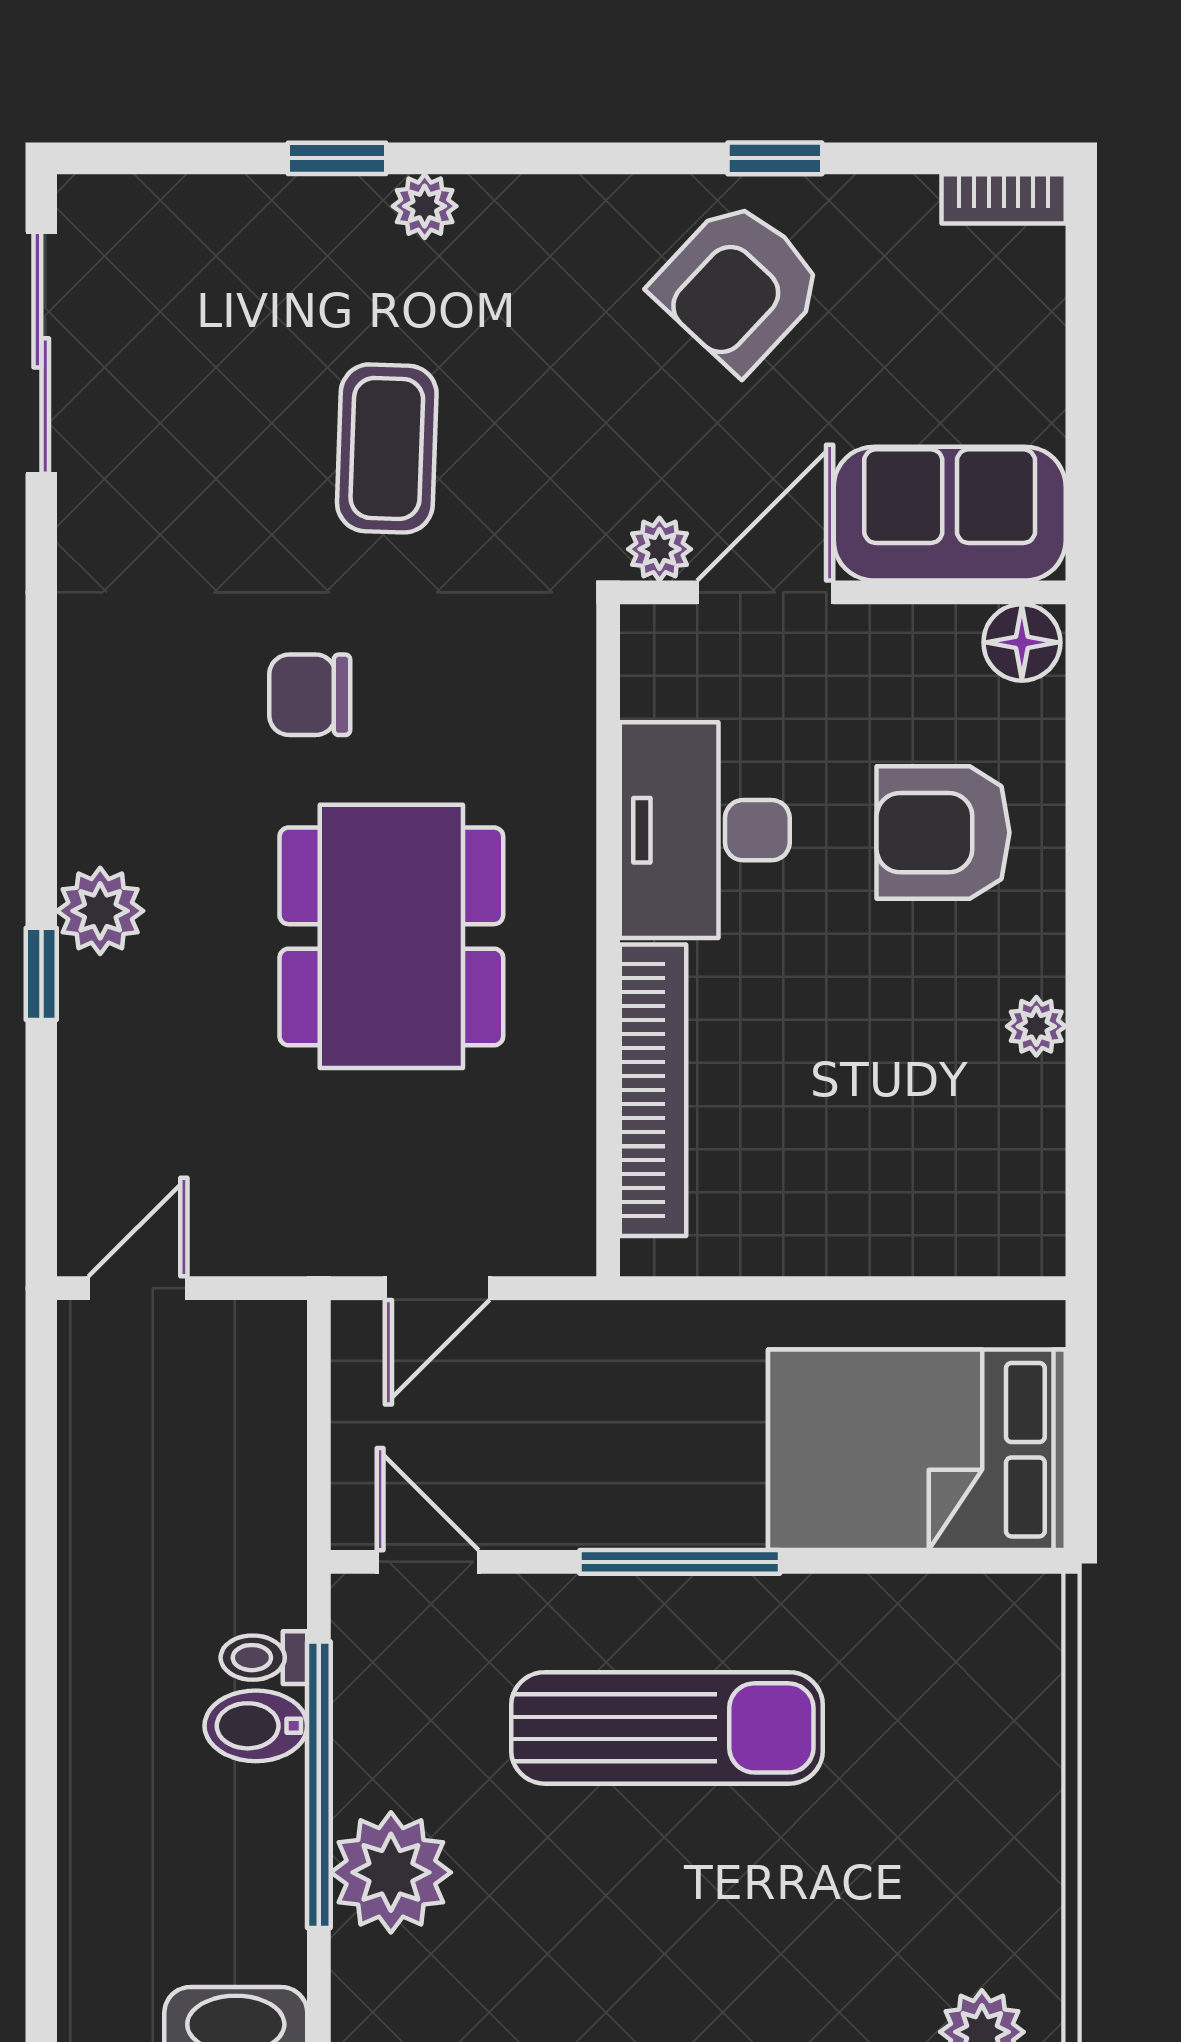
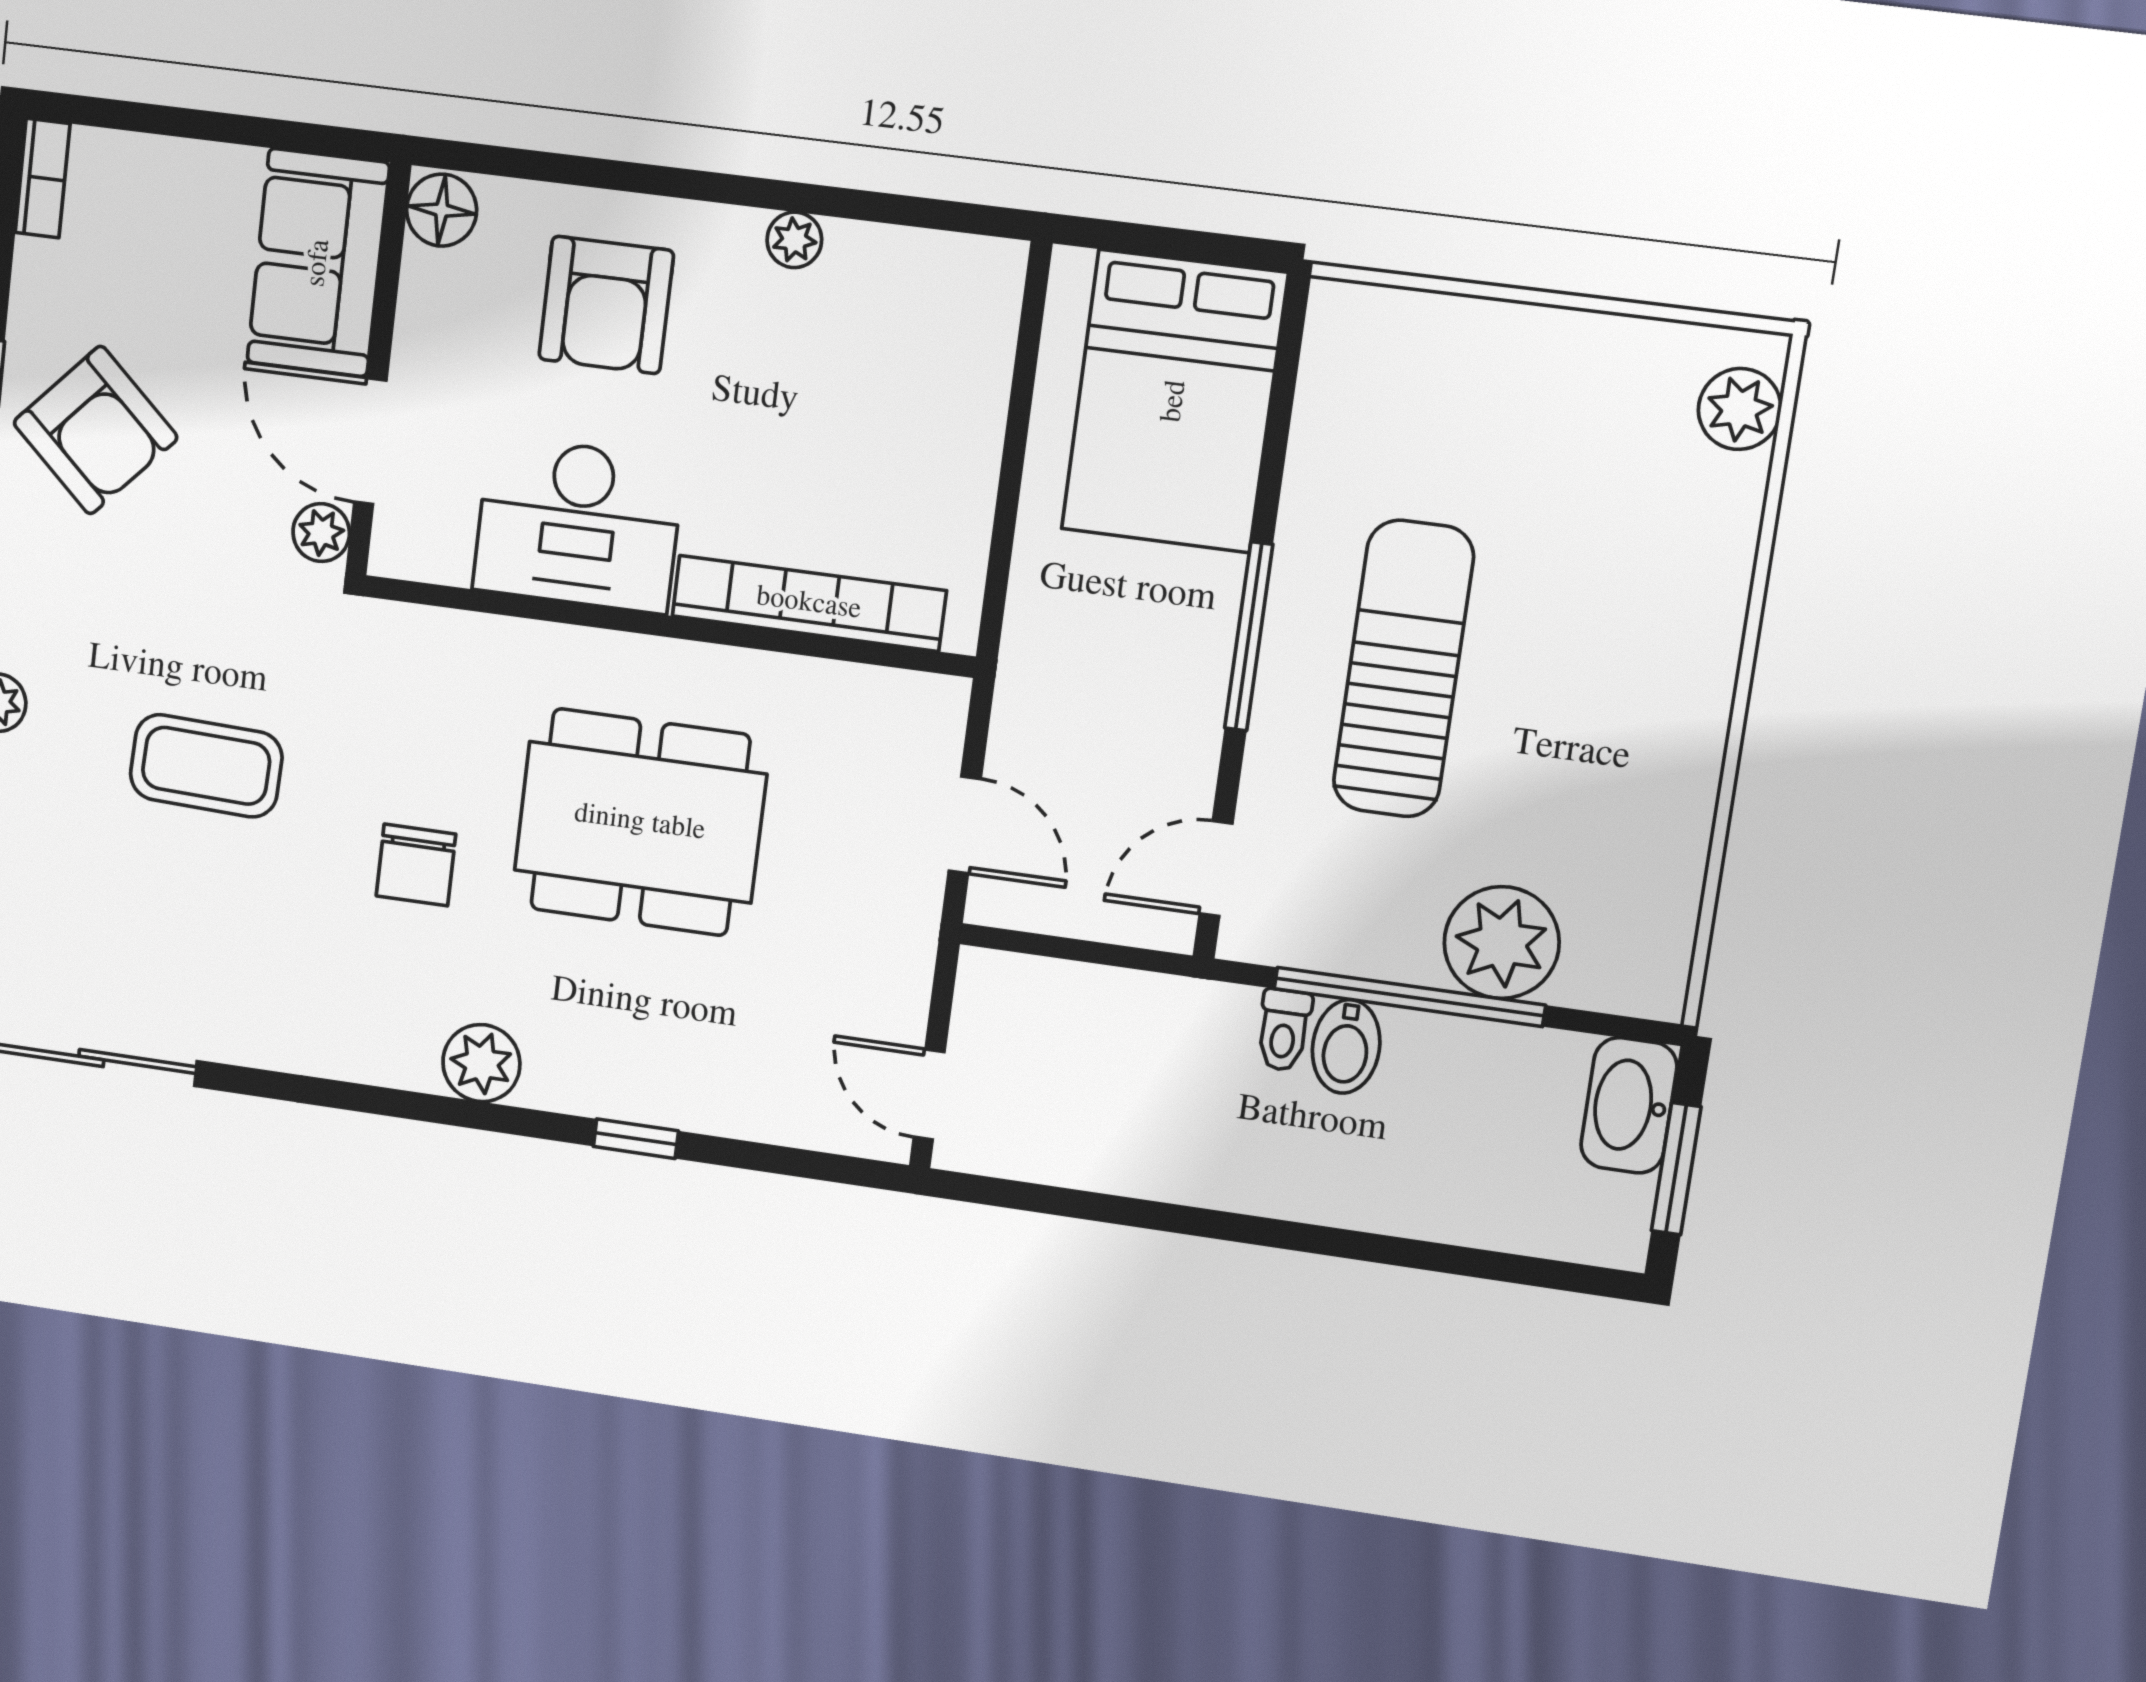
plant: (100, 911) -> (481, 1063), moved

